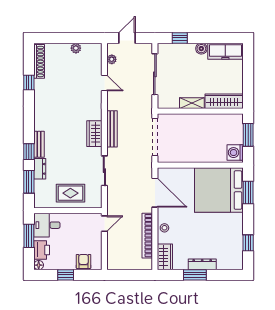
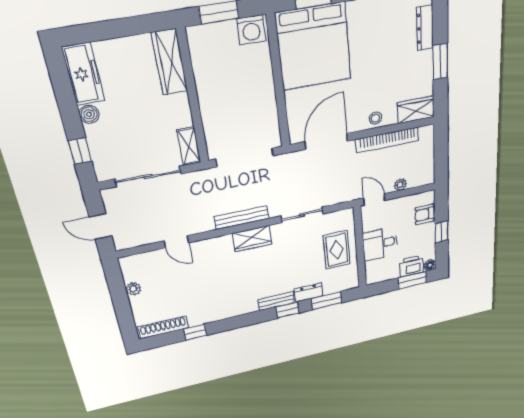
plant: (112, 59) -> (400, 185), moved
door: (104, 83) -> (176, 242), swing flipped
shelving: (192, 103) -> (189, 146), moved
desk: (47, 225) -> (380, 244), moved, turned 90
window: (29, 236) -> (412, 280), moved
dresser: (202, 264) -> (425, 28), moved

